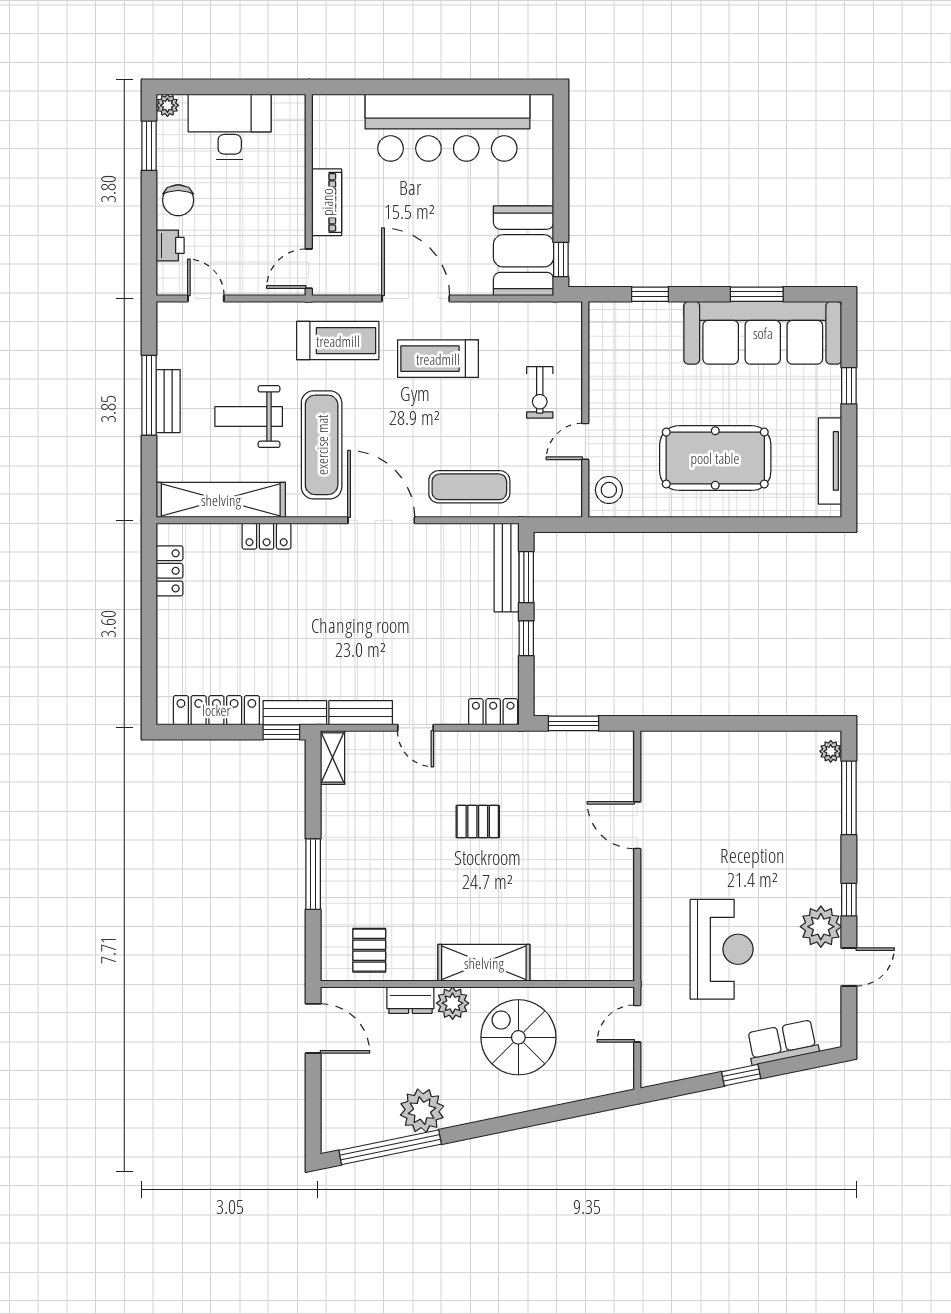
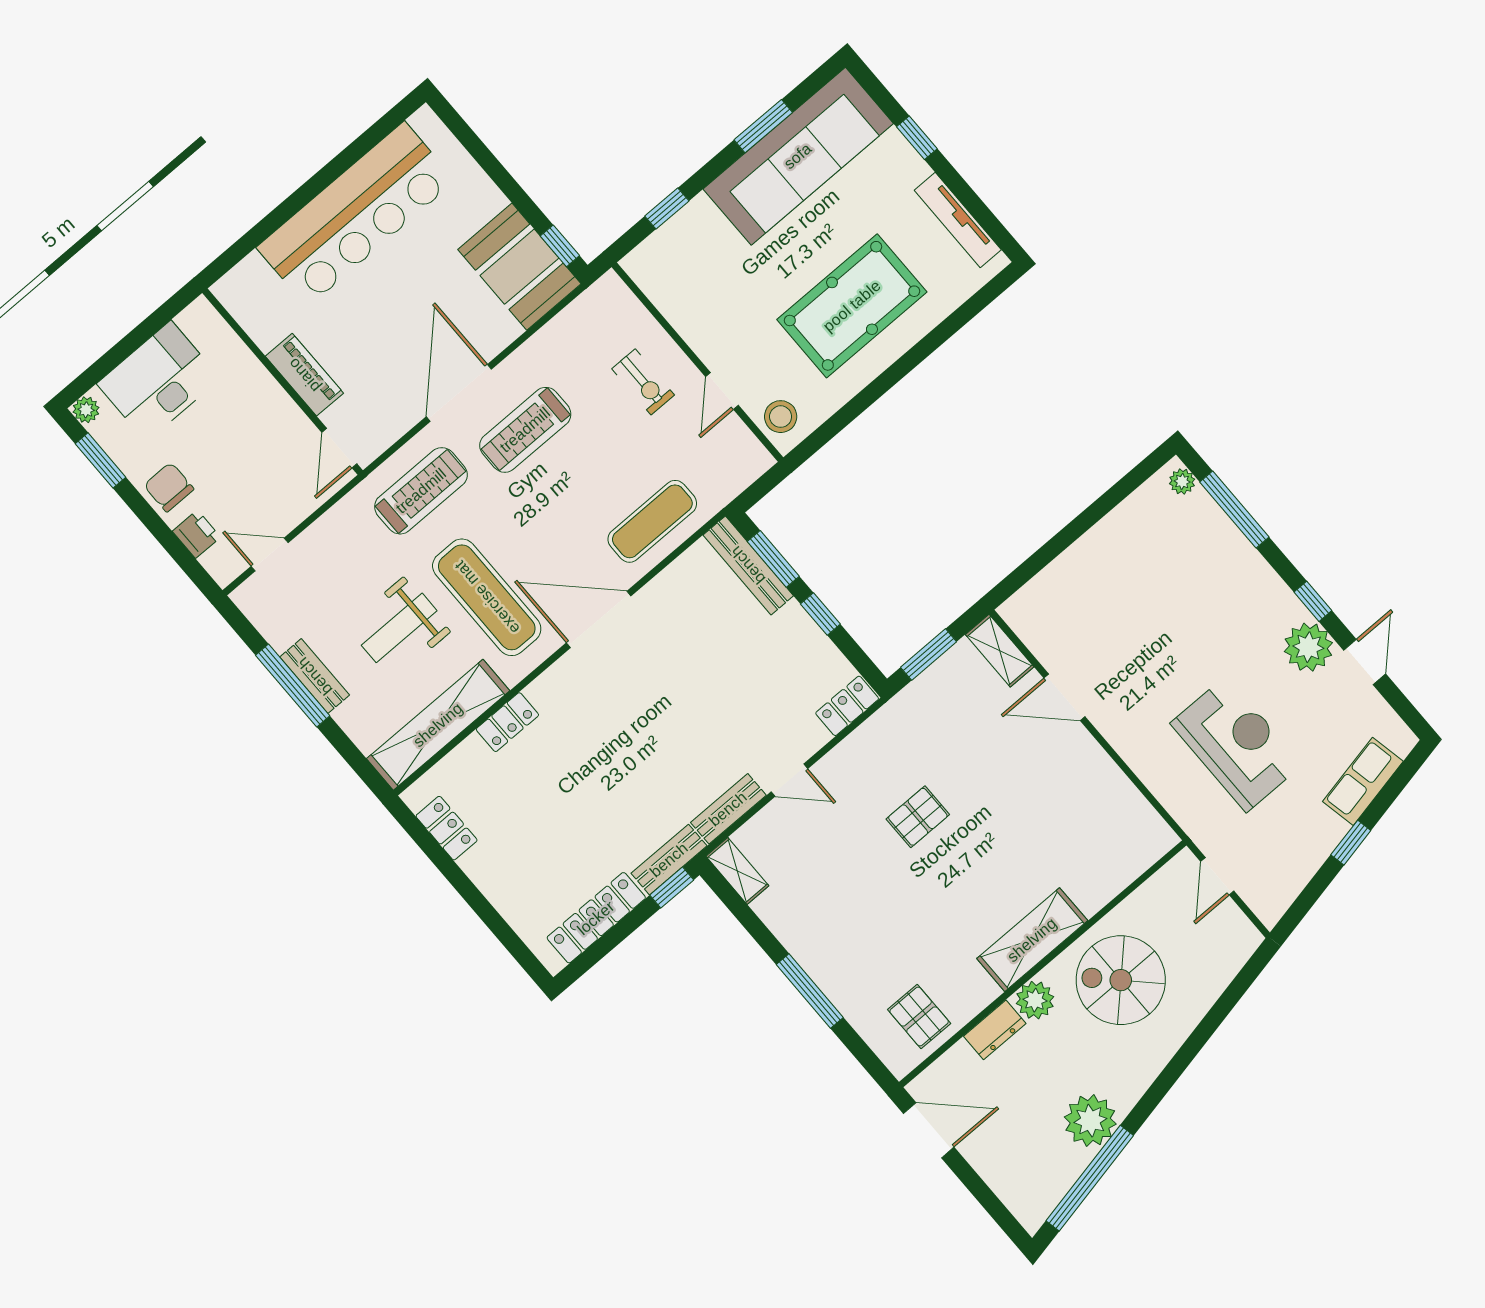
chair: (178, 200) -> (169, 487), turned 180
door: (416, 299) -> (459, 393), hinge flipped
shelving: (621, 760) -> (1000, 651), added

